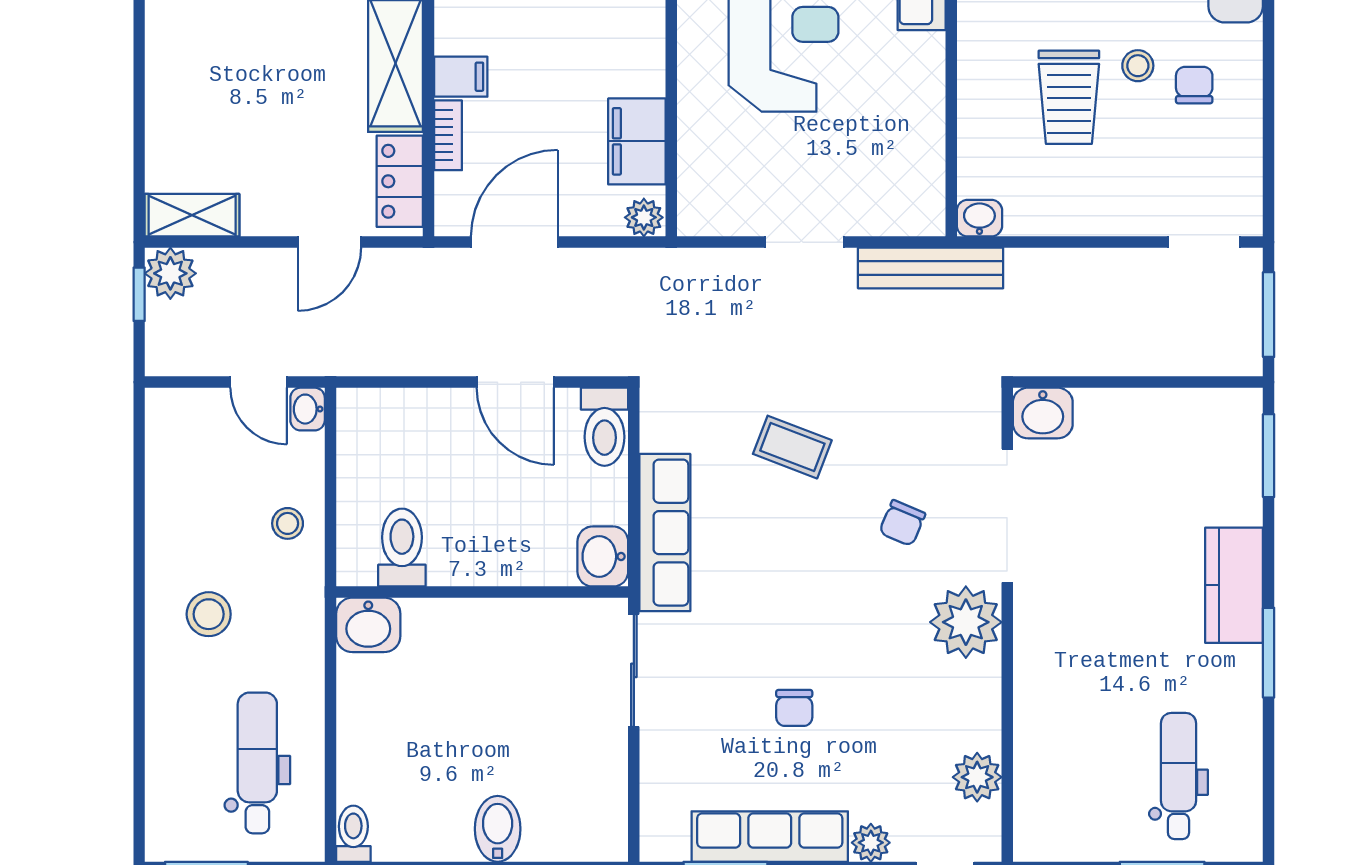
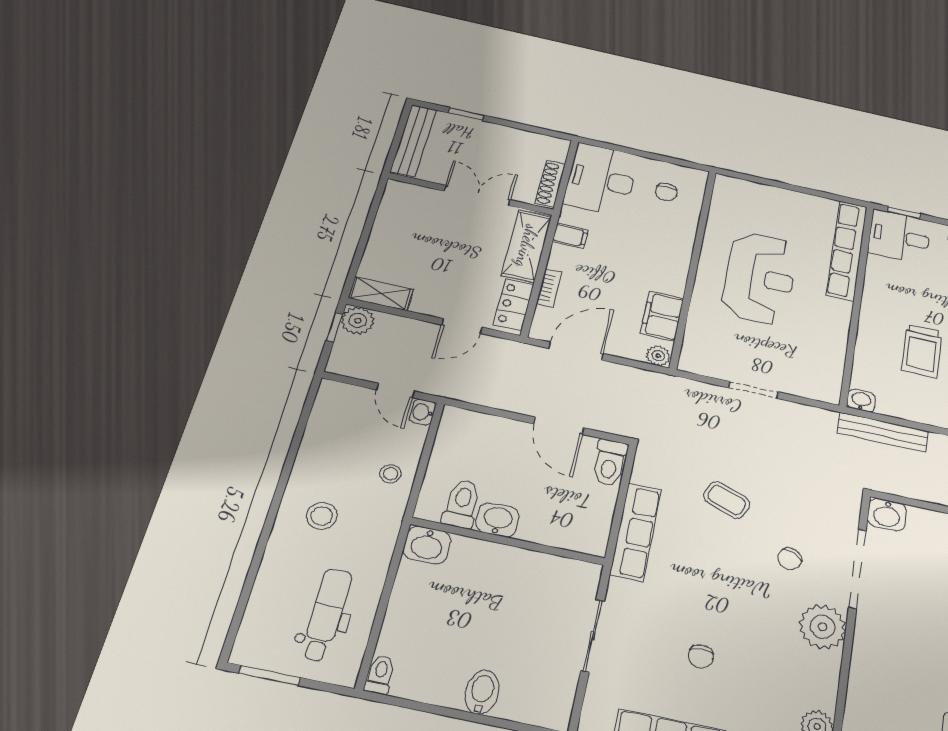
filing cabinet: (461, 77) -> (570, 236), moved
bench: (931, 268) -> (883, 432), moved
washbasin: (603, 556) -> (498, 520), moved, turned 90
sliding door: (634, 670) -> (593, 636), moved

